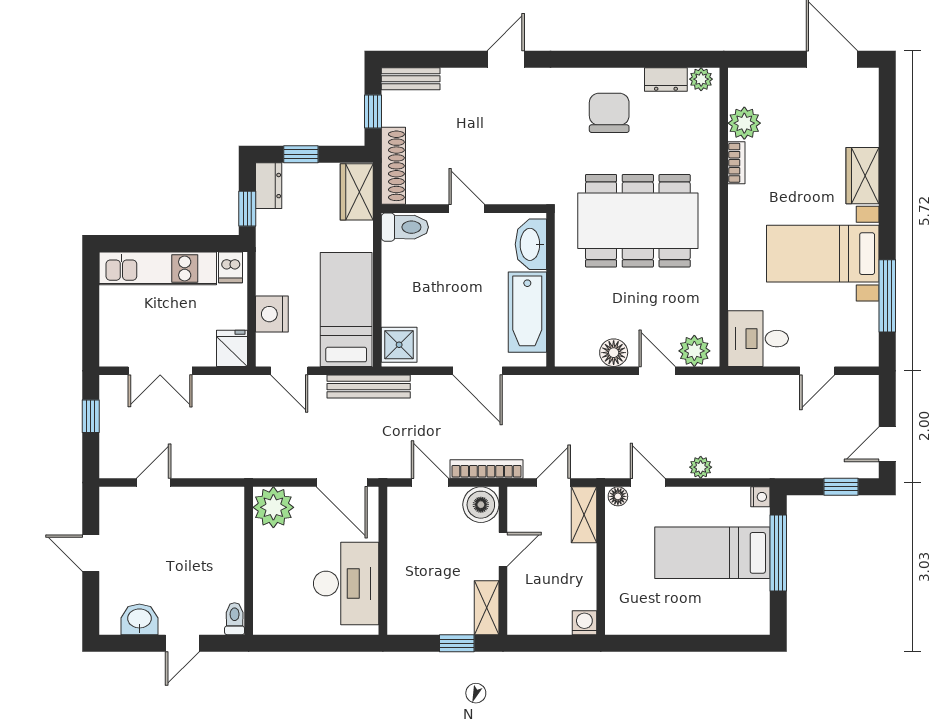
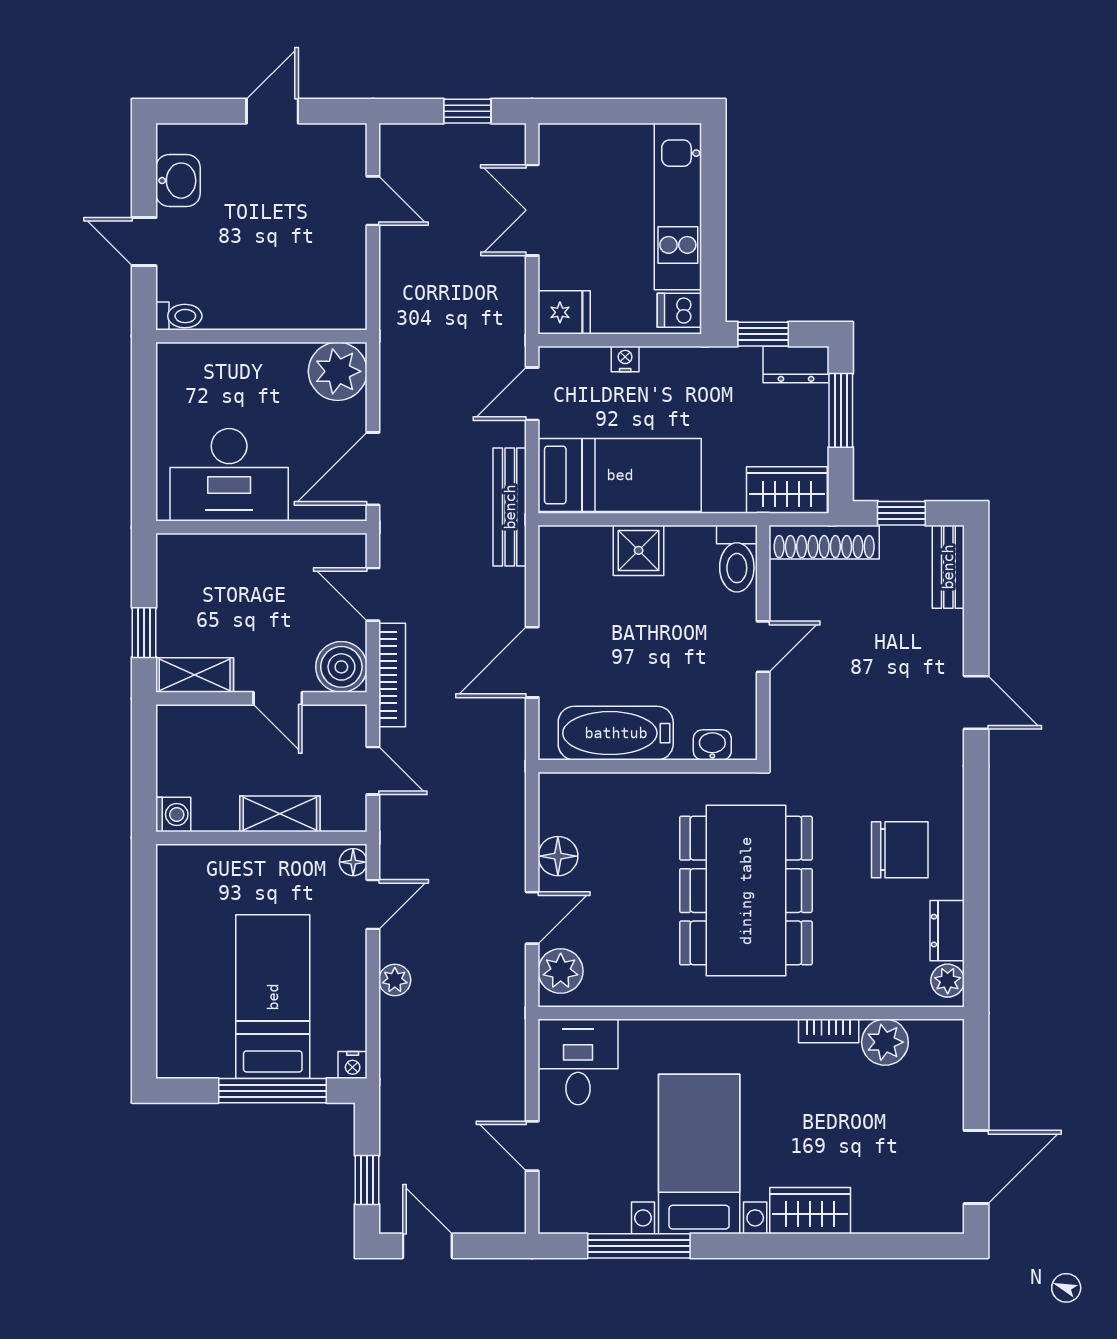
window: (301, 154) -> (841, 410), width x1.50
washbasin: (531, 244) -> (712, 745), width x0.52, depth x0.69
nightstand: (272, 314) -> (625, 359), width x0.53, depth x0.56
shower: (399, 345) -> (639, 550), moved
door: (430, 483) -> (373, 594), swing flipped
shelving: (584, 515) -> (280, 814), moved

